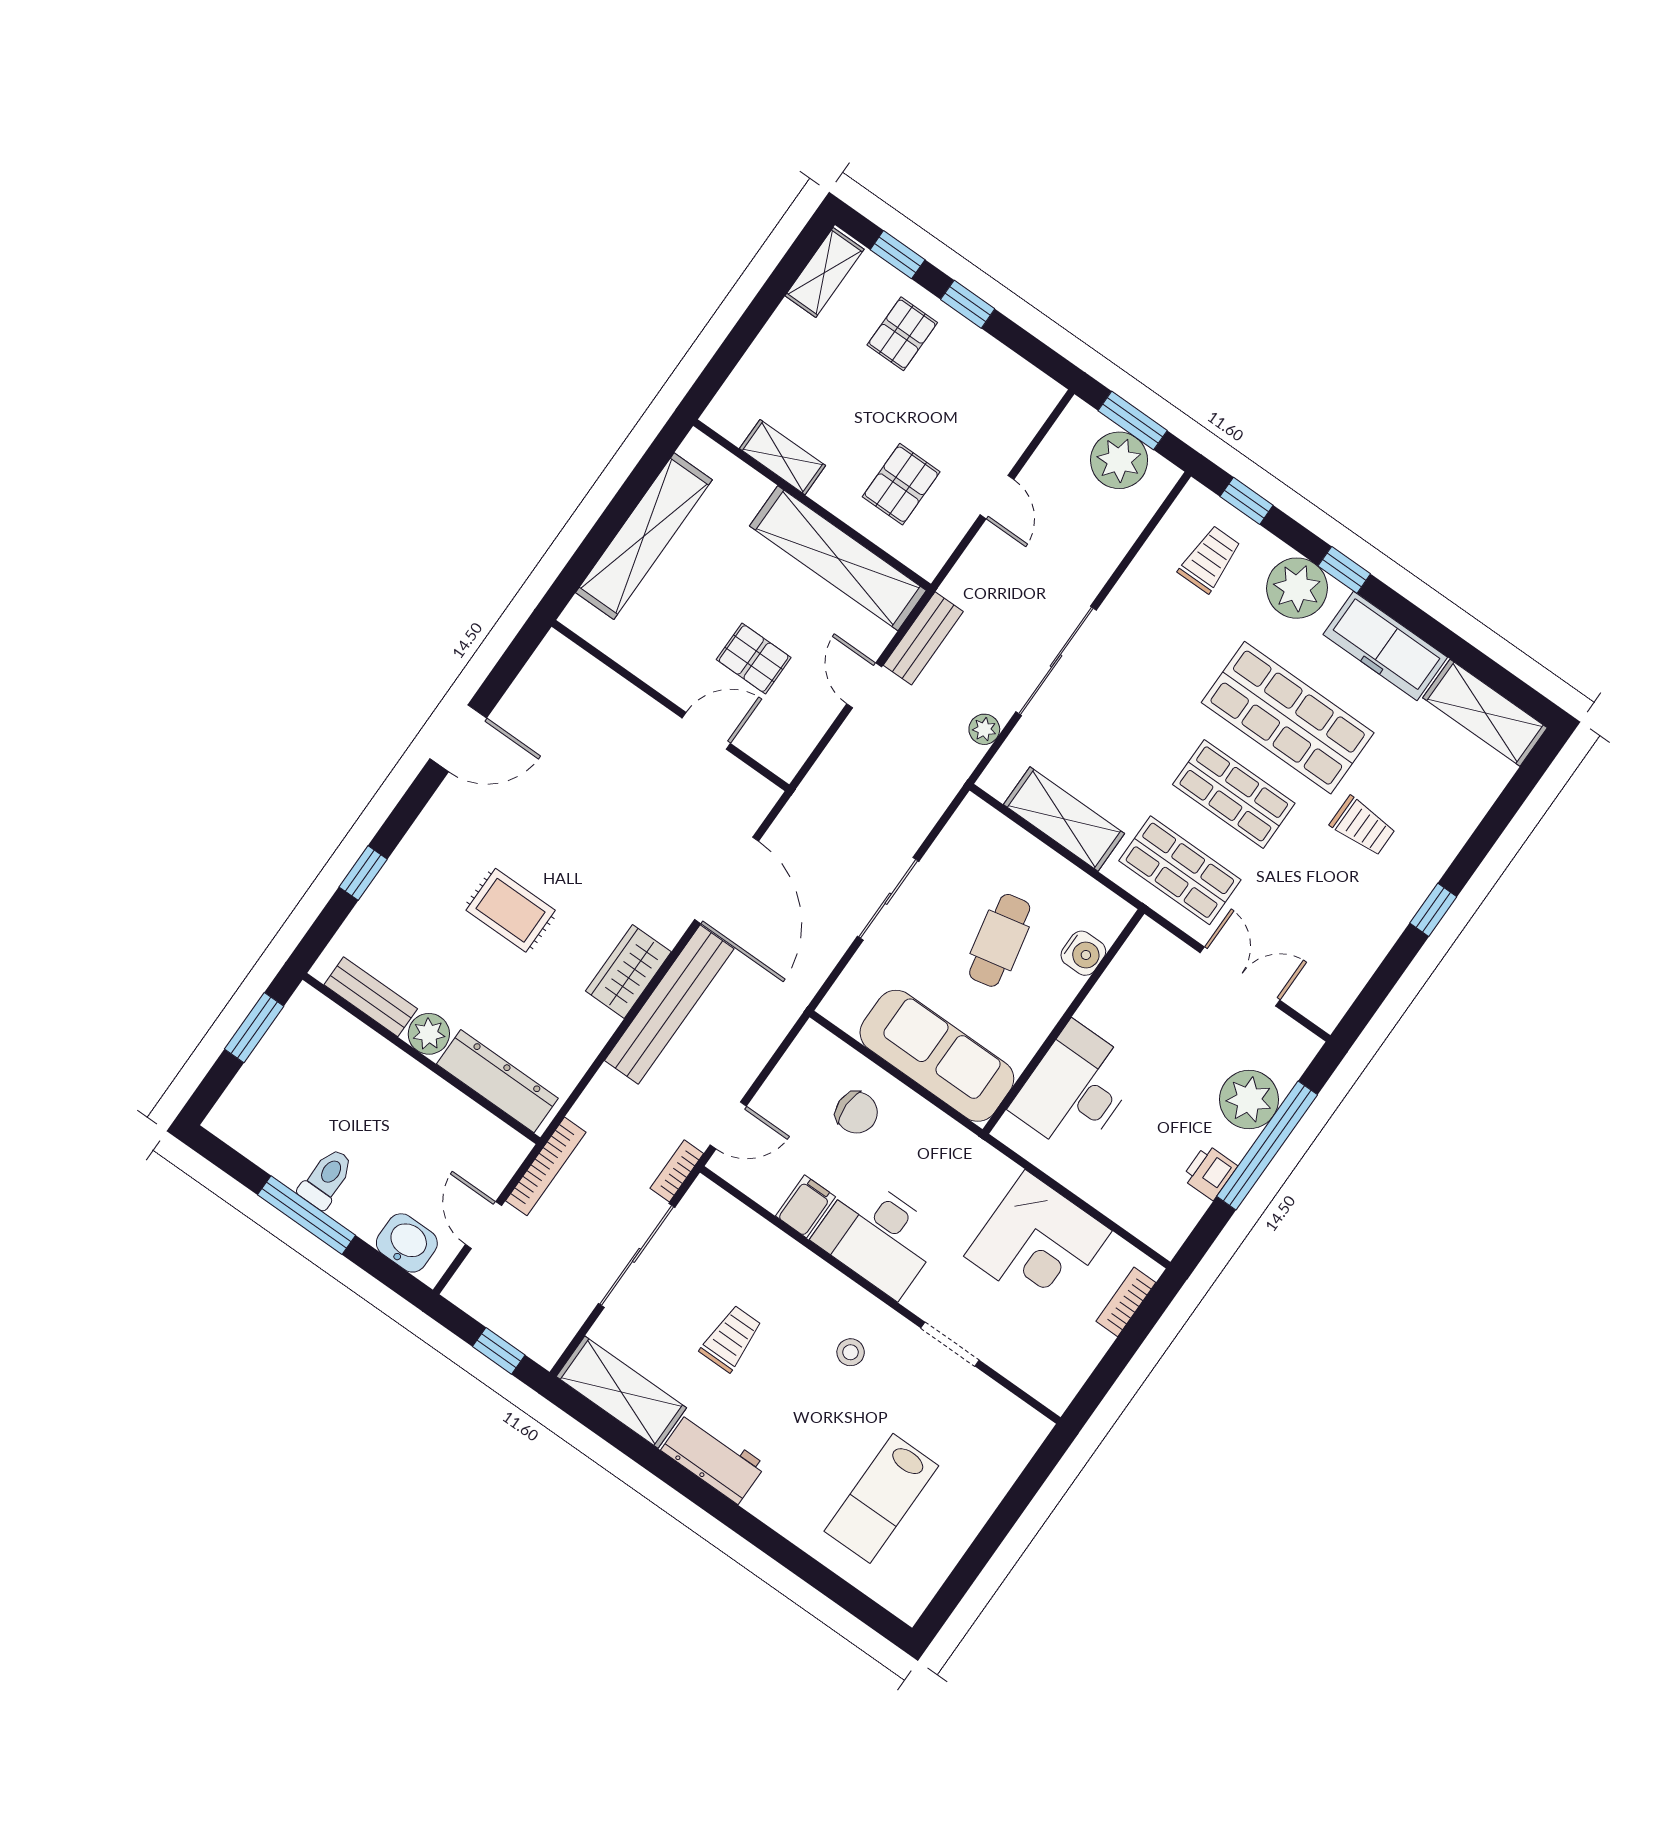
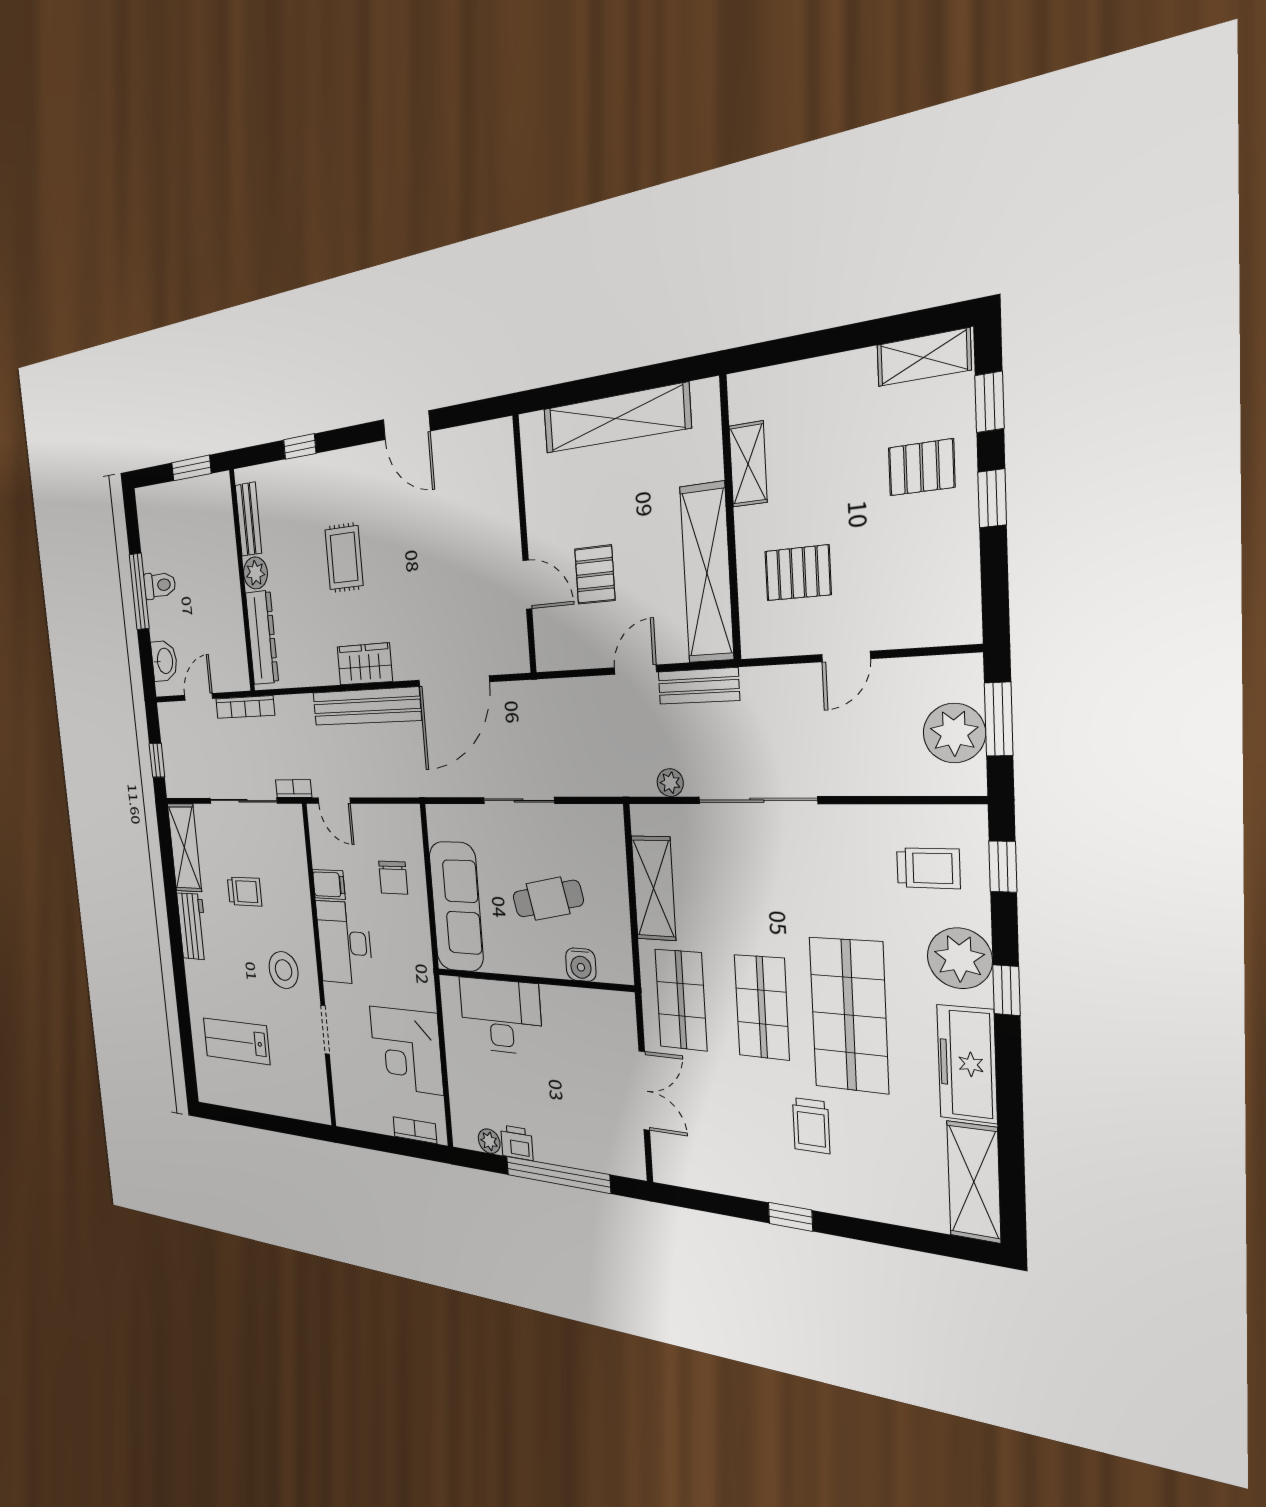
plant: (1249, 1100) -> (489, 1141), moved, width x0.53, depth x0.53
stool: (851, 1352) -> (283, 970), width x1.89, depth x1.89

